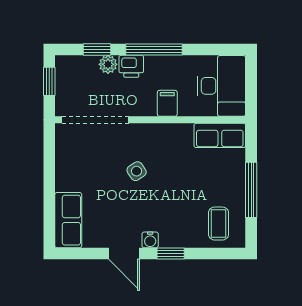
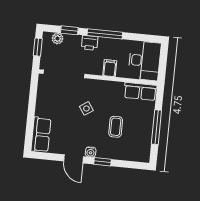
plant: (108, 64) -> (58, 38), moved
coffee table: (219, 224) -> (116, 127), moved

